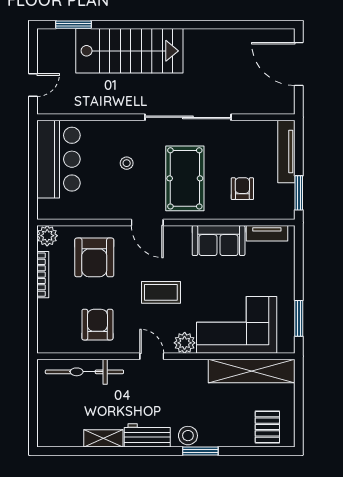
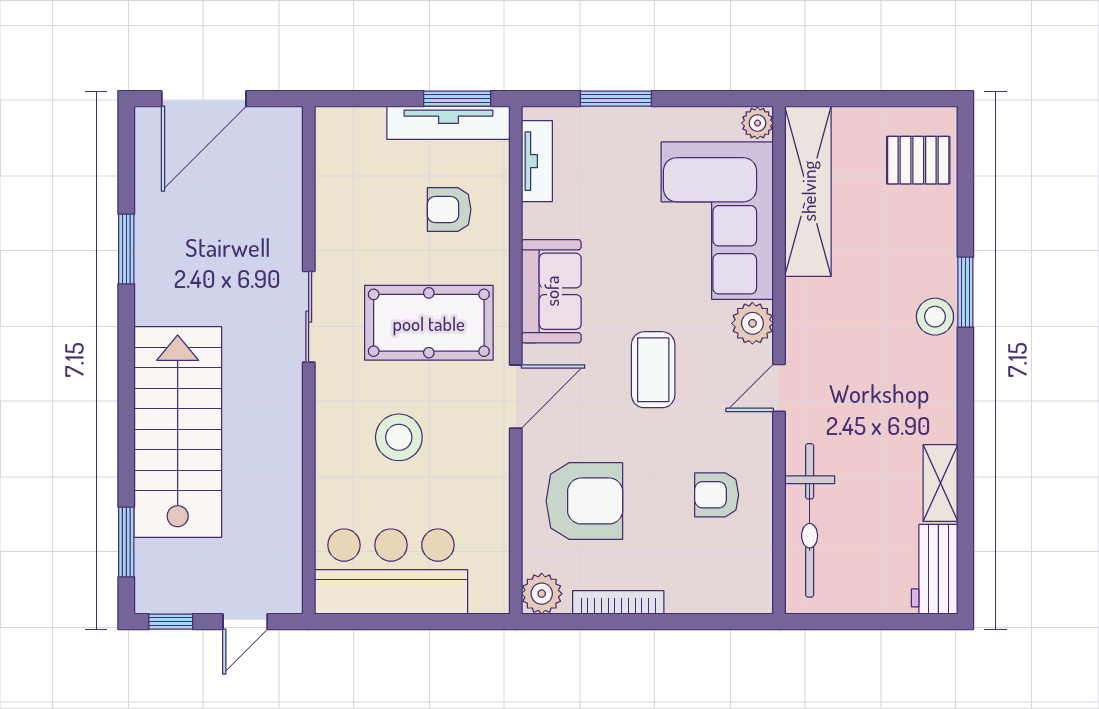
window: (222, 25) -> (126, 249), added
window: (33, 47) -> (171, 622), added
door: (33, 85) -> (245, 622), swing flipped
sliding door: (188, 117) -> (309, 317), width x0.54
tv unit: (286, 152) -> (448, 123), moved
stool: (127, 163) -> (399, 437), width x1.89, depth x1.89
sofa: (219, 241) -> (551, 291), moved
window: (299, 318) -> (616, 99), moved
armchair: (97, 325) -> (717, 495), width x0.72, depth x0.72
plant: (286, 345) -> (757, 123), added
workbench: (147, 435) -> (935, 569), moved

